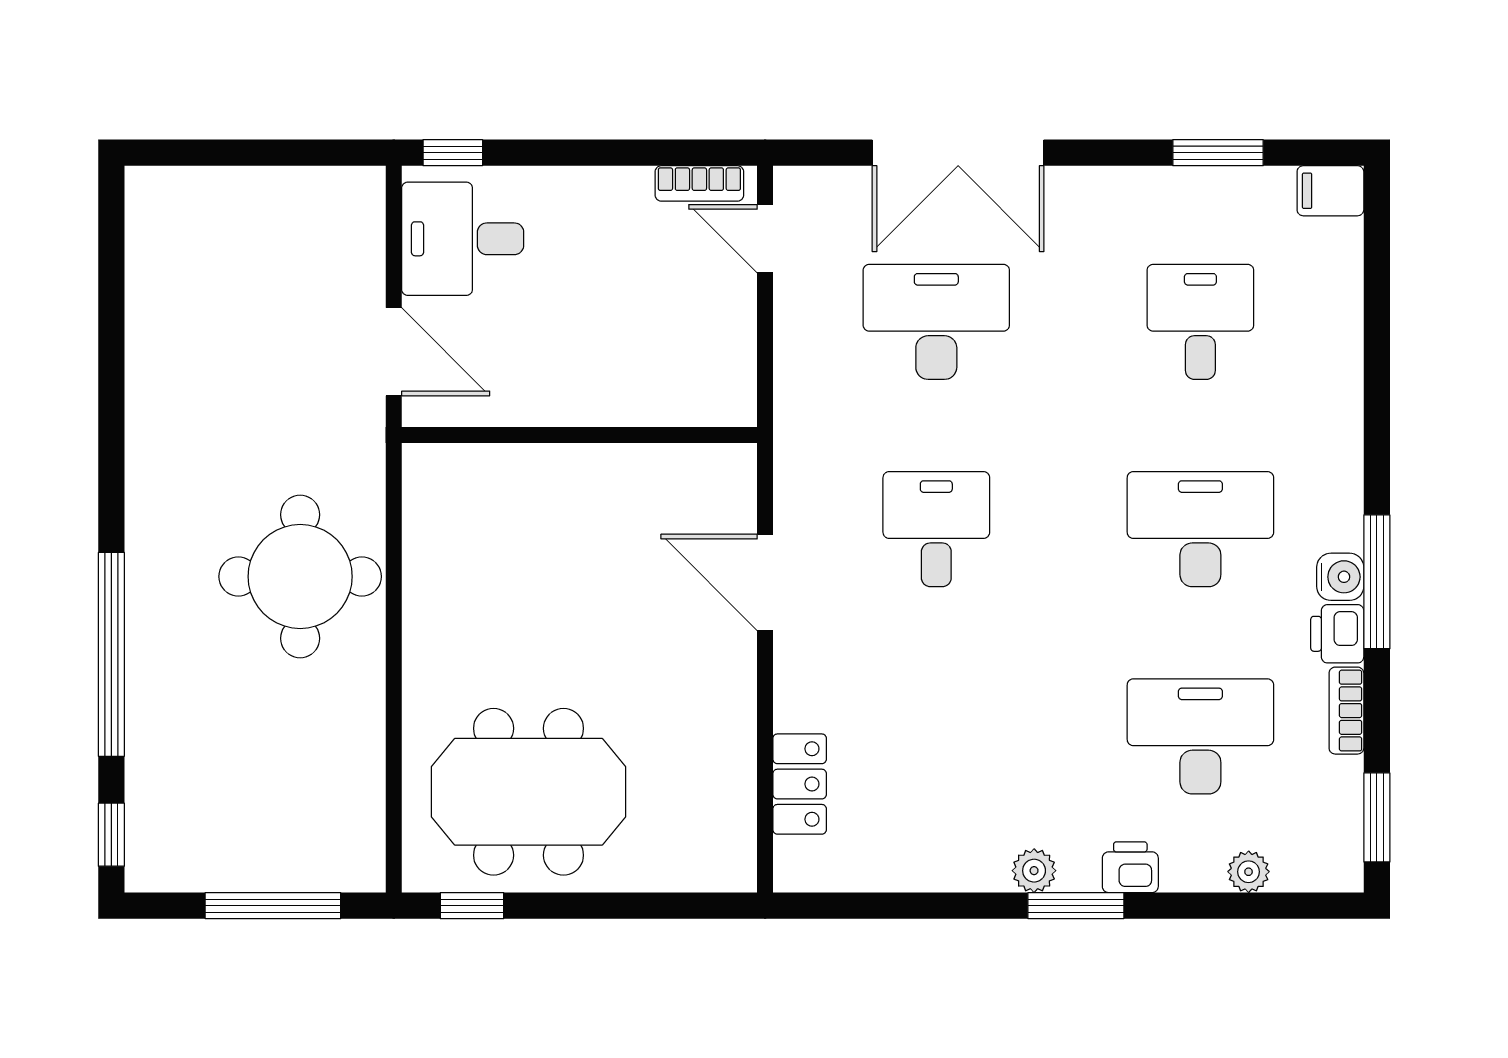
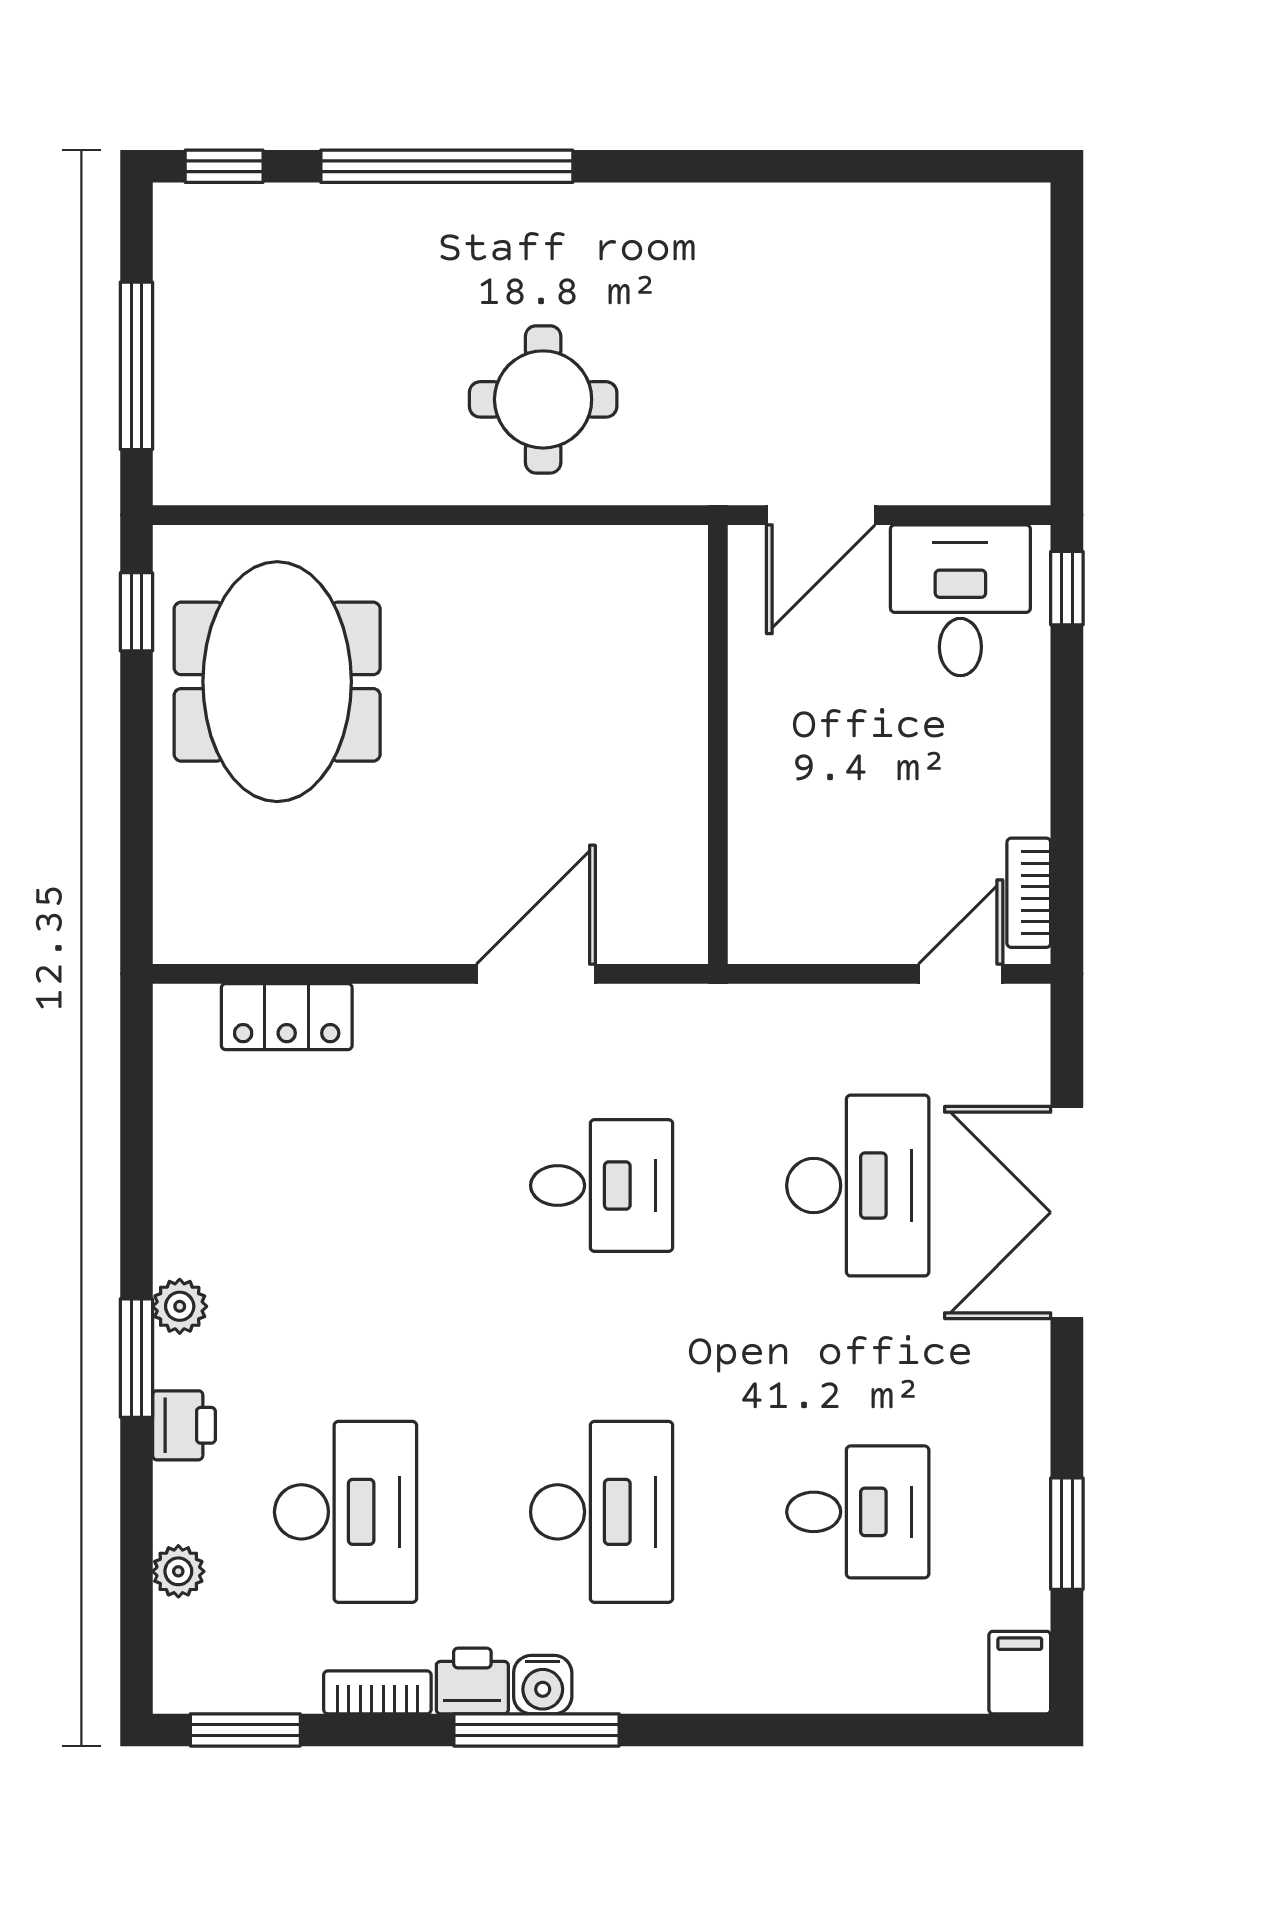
round table: (300, 577) -> (543, 399), width x0.73, depth x0.73

